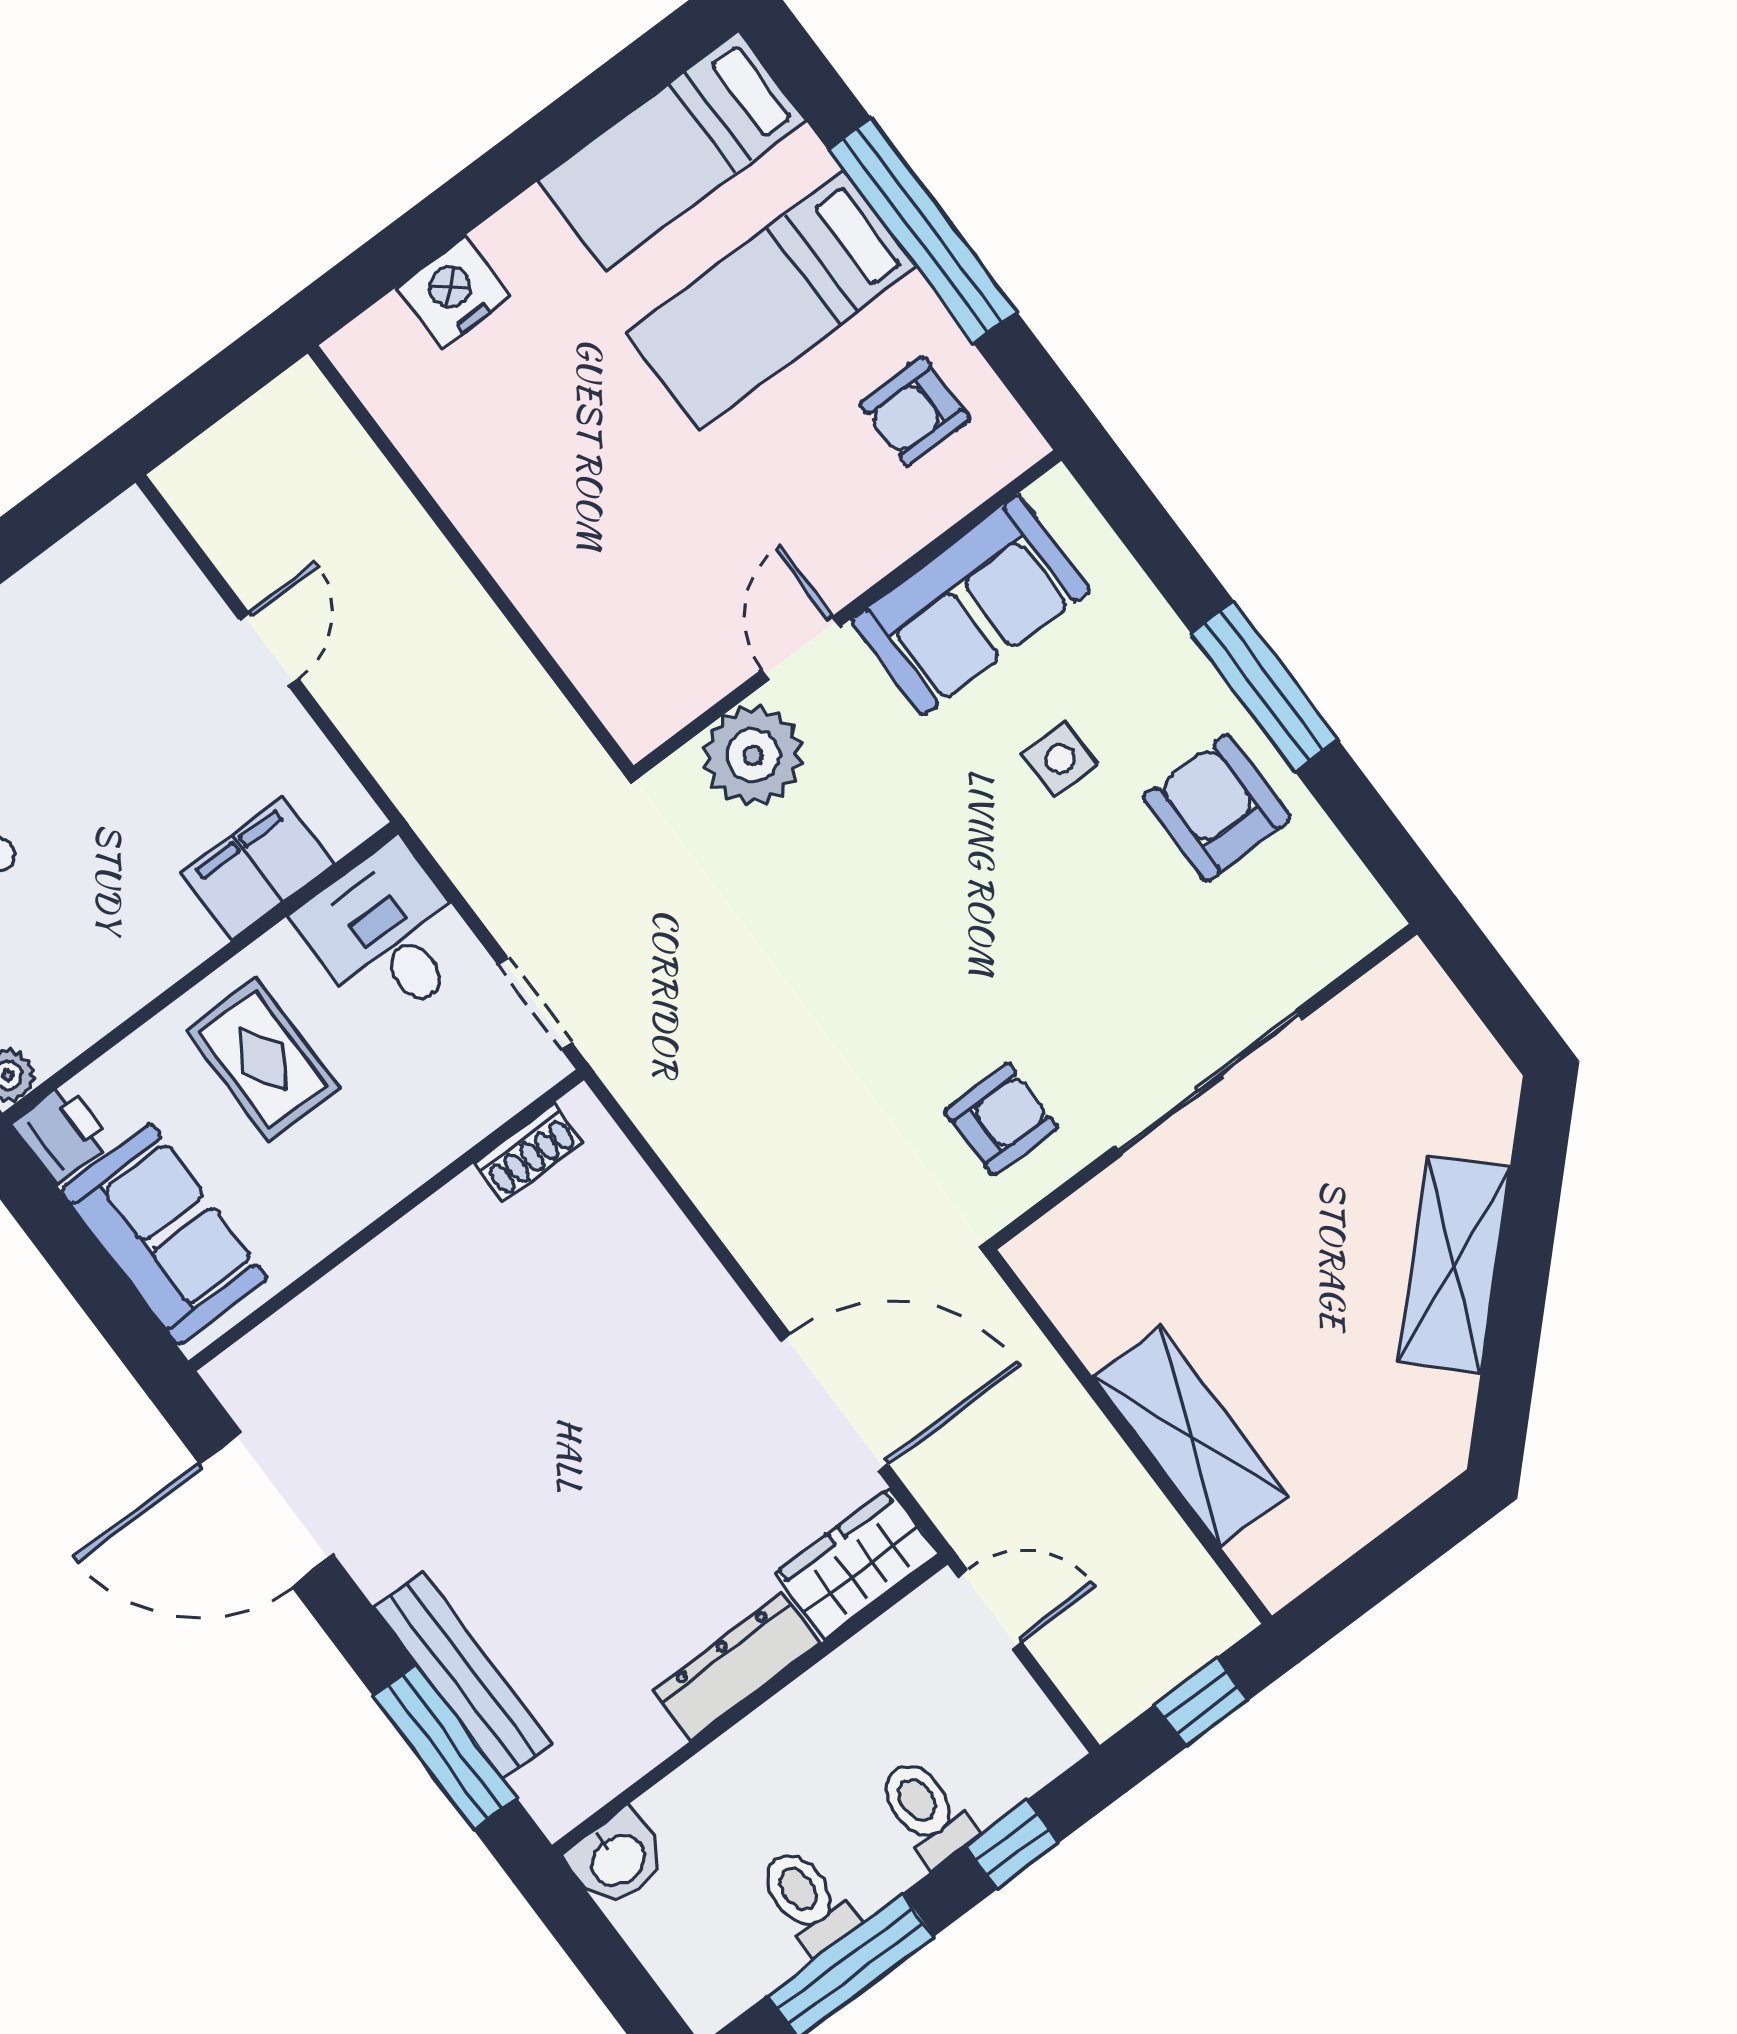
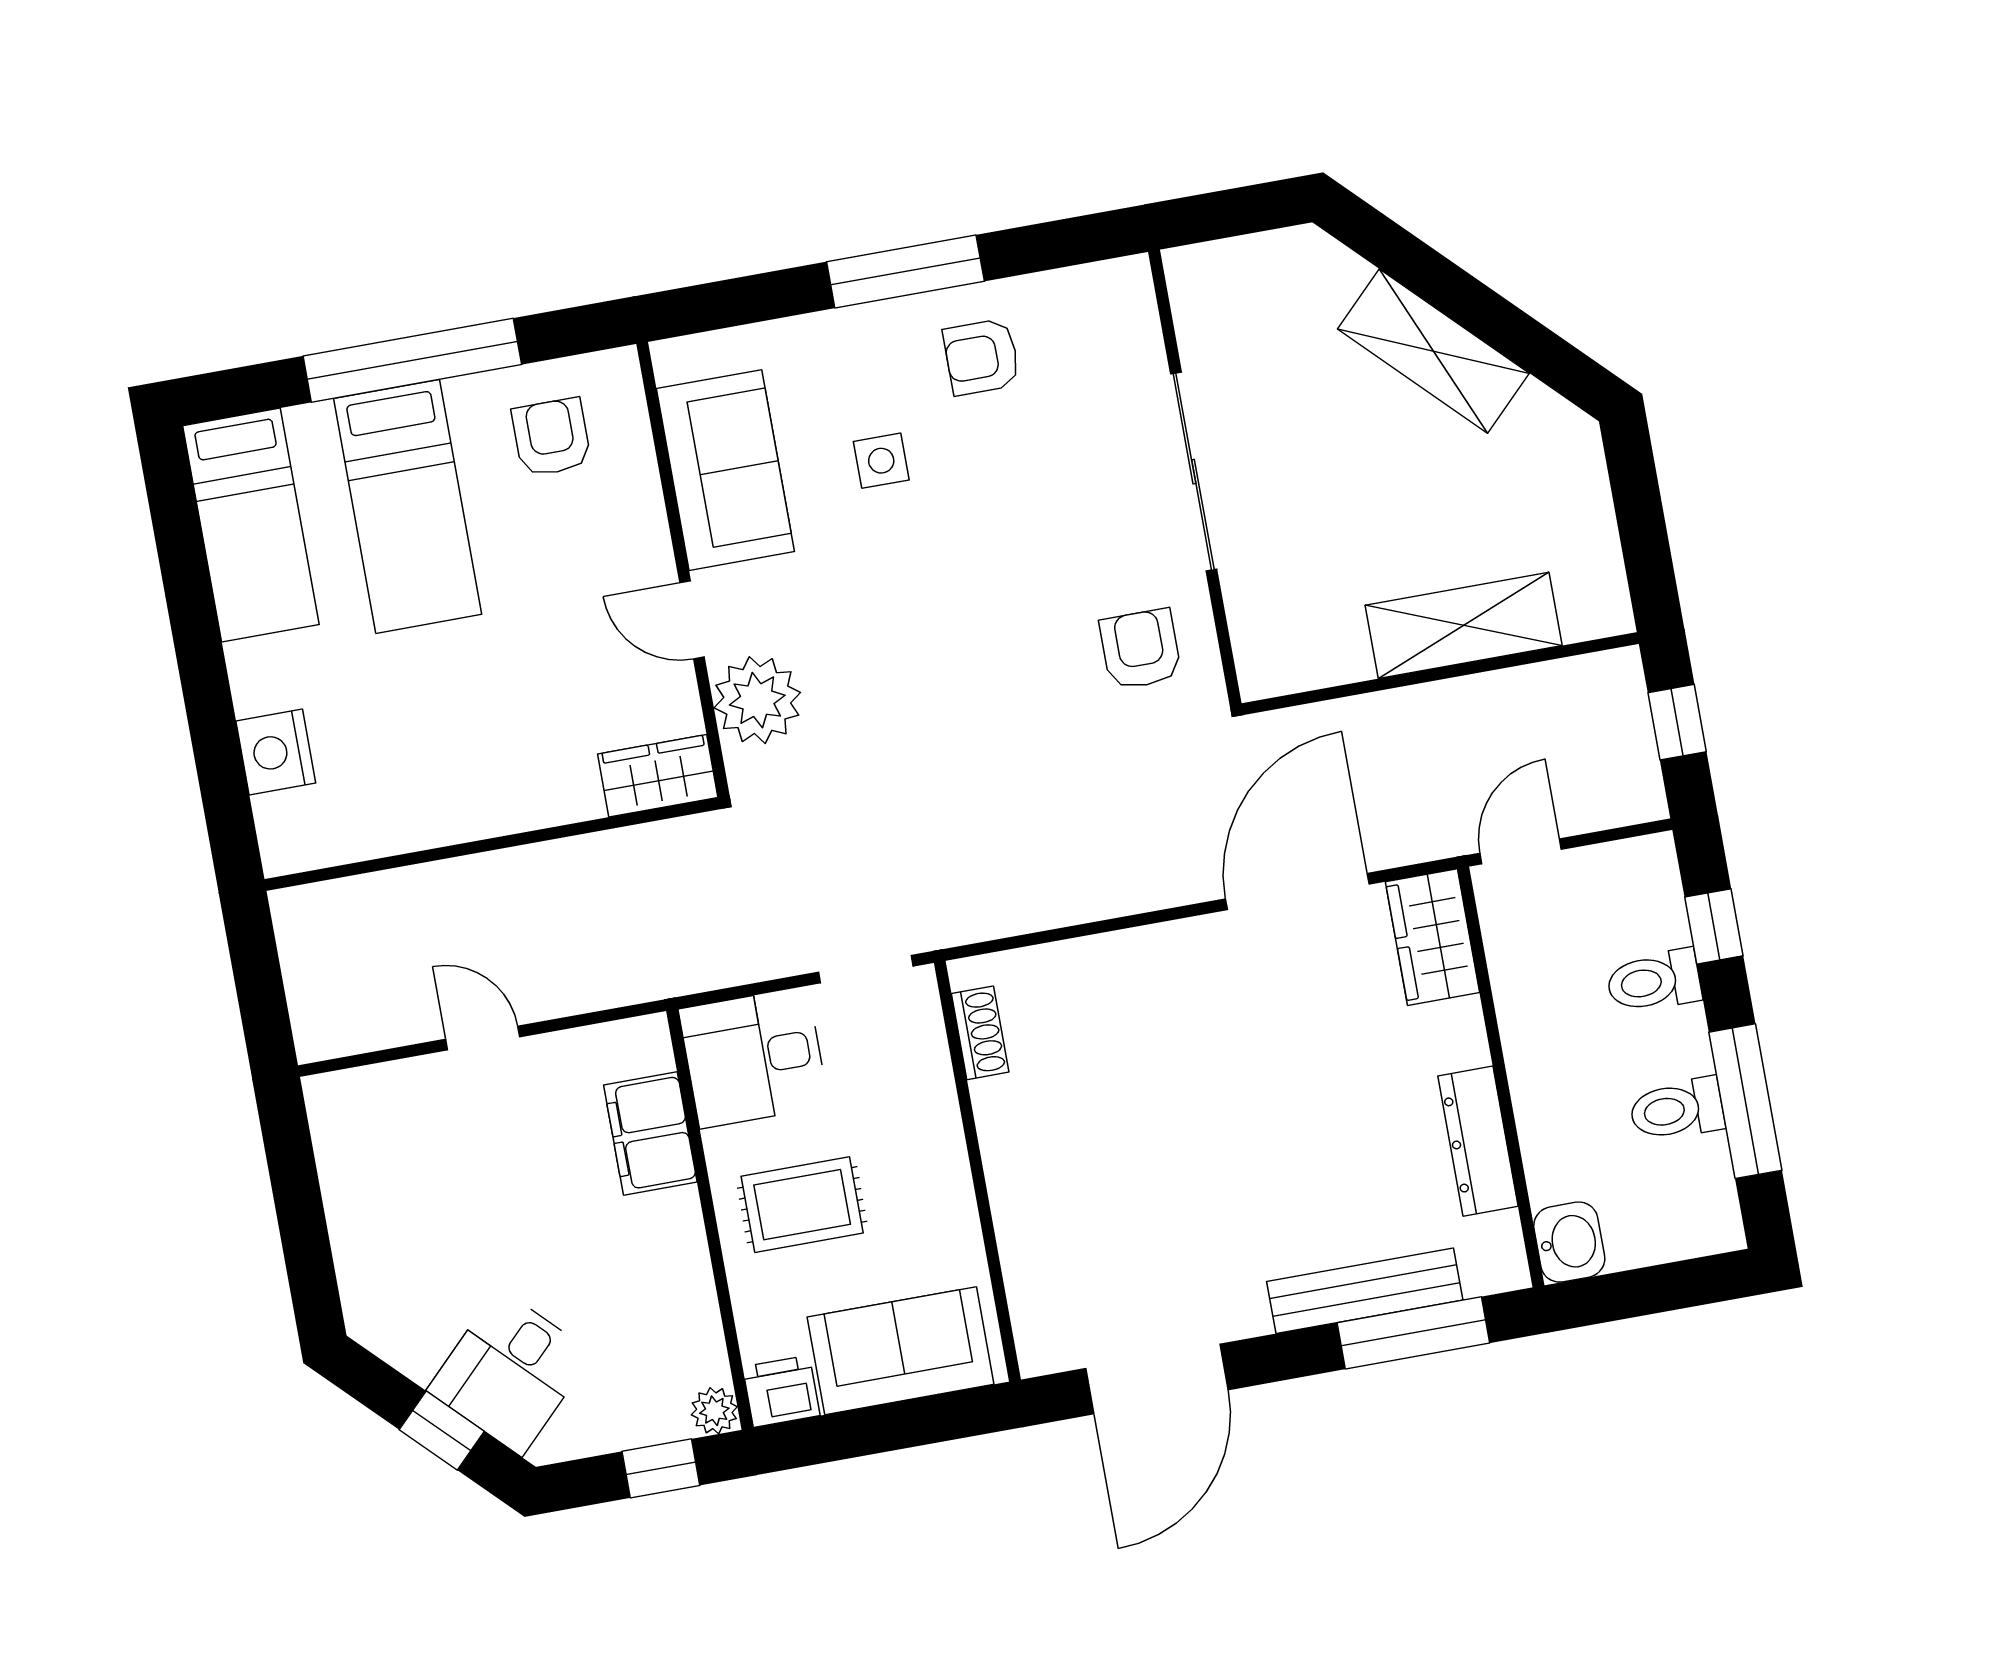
armchair: (915, 411) -> (551, 437), turned 180
wardrobe: (625, 693) -> (658, 776), added
armchair: (1217, 808) -> (982, 357), width x0.72, depth x0.72
dresser: (736, 1667) -> (1478, 1141), moved

